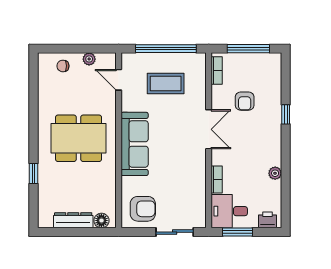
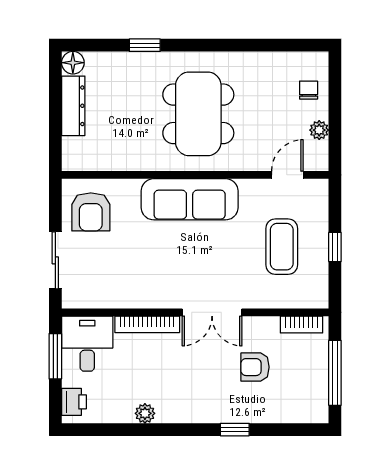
window: (166, 49) -> (335, 247), width x0.32
bookcase: (217, 179) -> (147, 324), width x1.56
floor lamp: (101, 221) -> (73, 63), moved

